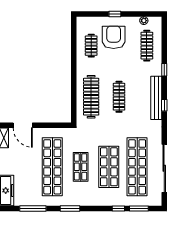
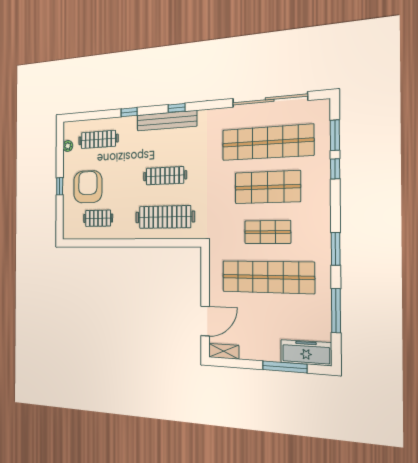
armchair: (114, 37) -> (88, 187), turned 90

